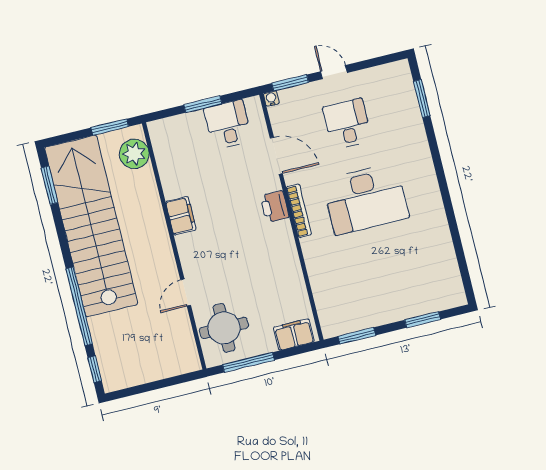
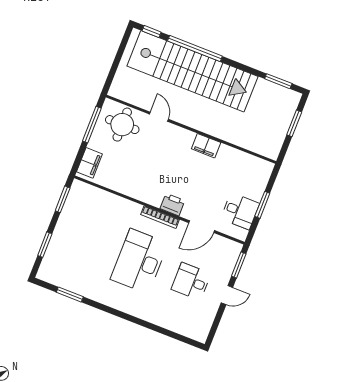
window: (422, 98) -> (70, 294), moved
water cooler: (271, 99) -> (237, 247), removed
desk: (347, 124) -> (191, 281), turned 180
window: (110, 127) -> (294, 123), moved
plant: (134, 154) -> (262, 144), removed
stairs: (91, 226) -> (192, 71), moved

